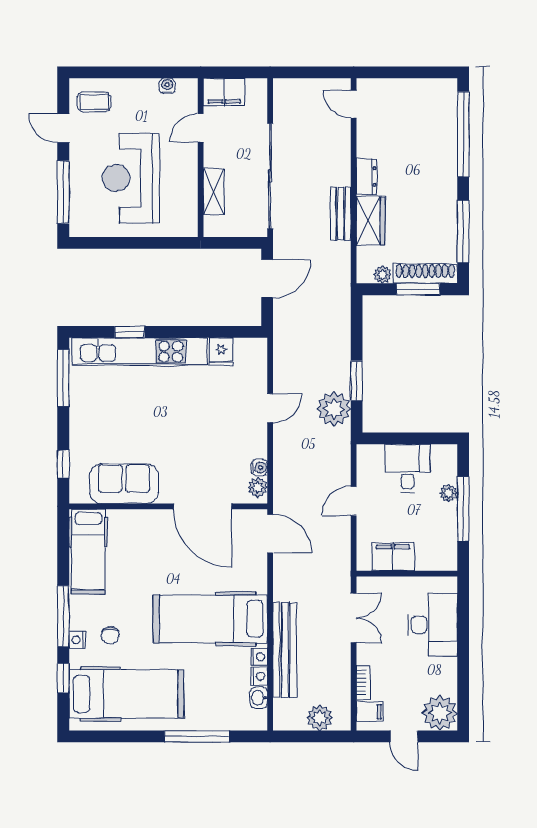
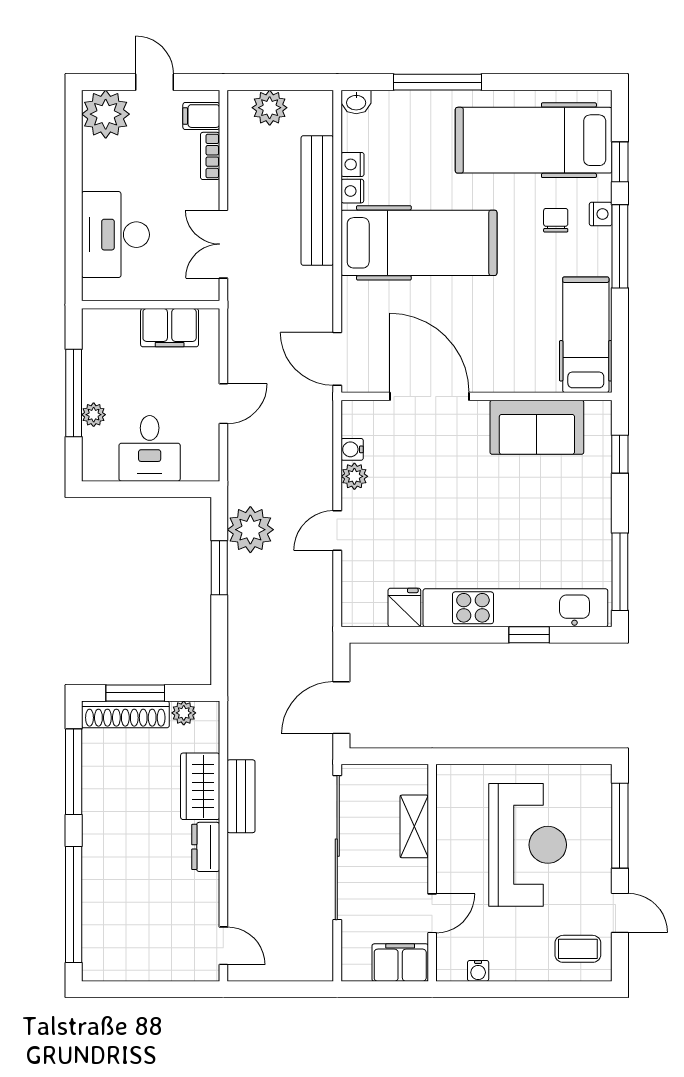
plant: (258, 487) -> (354, 476), moved
washbasin: (259, 698) -> (356, 102), moved, turned 90

